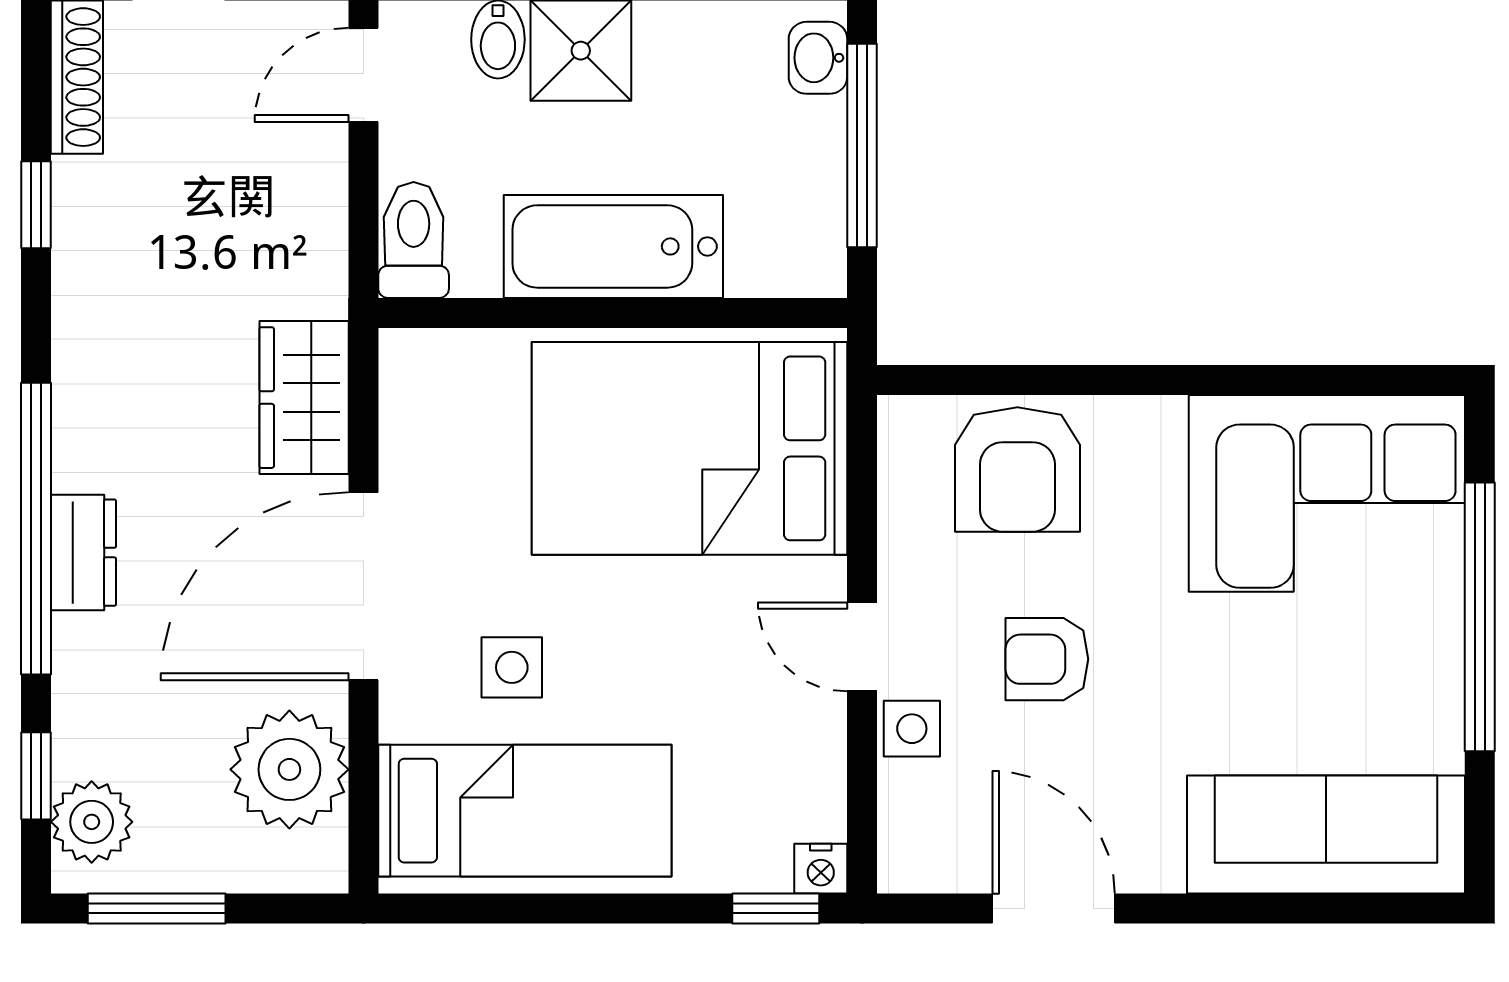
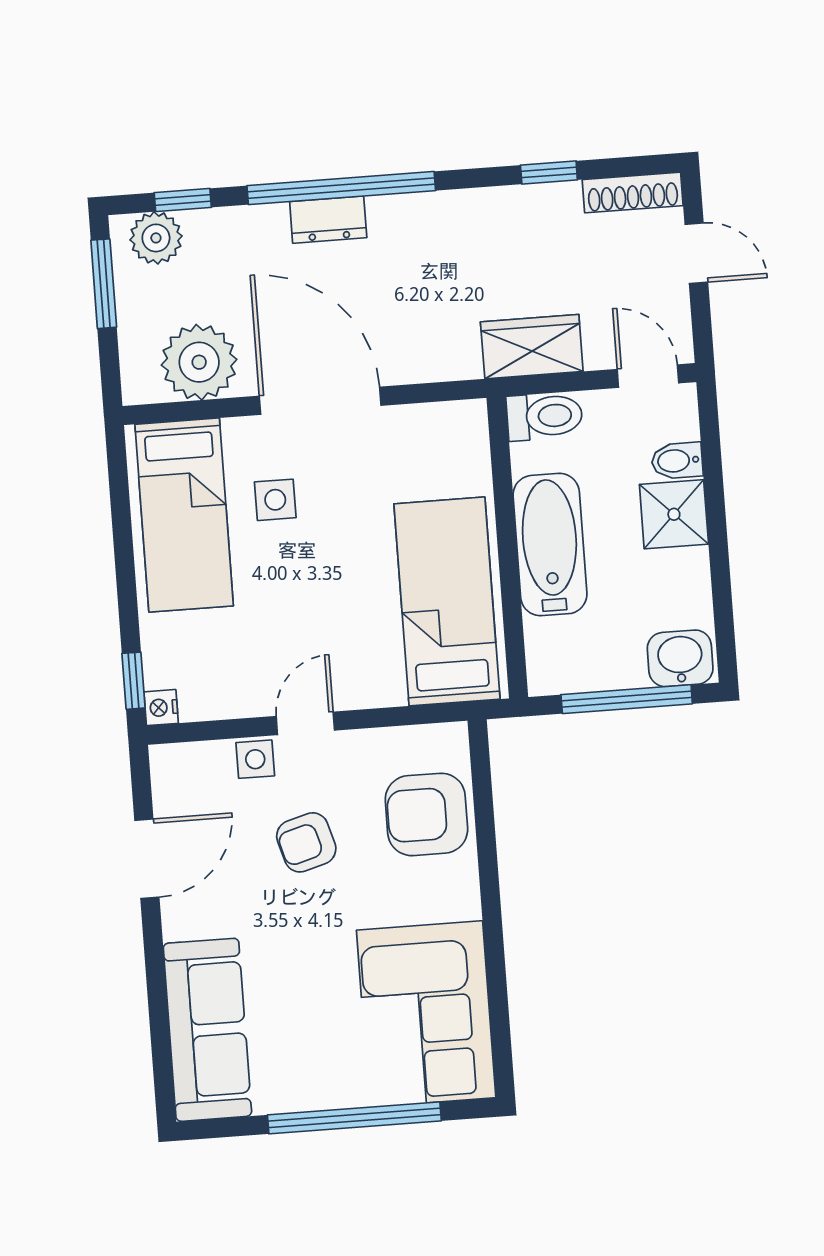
washbasin: (818, 58) -> (680, 658), width x1.38, depth x1.45
wardrobe: (304, 398) -> (532, 347), moved
bed: (689, 448) -> (447, 601), width x0.67
armchair: (1047, 659) -> (306, 842), turned -106

